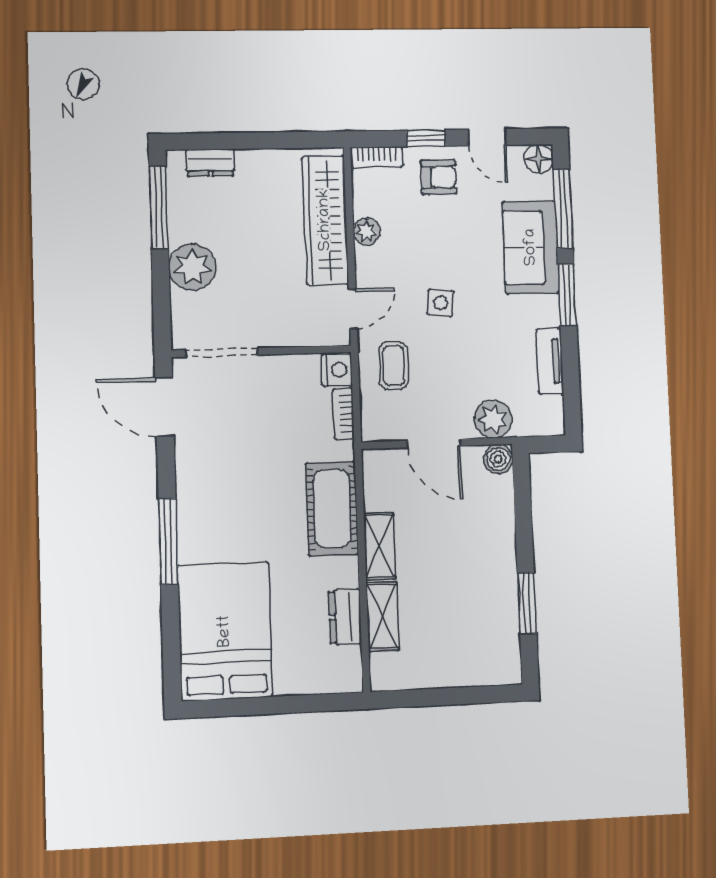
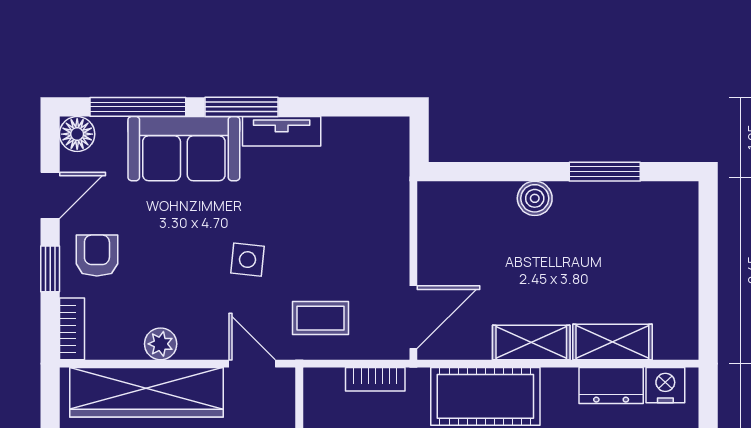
tv unit: (550, 361) -> (282, 131), moved
nightstand: (337, 370) -> (665, 385), moved
plant: (493, 419) -> (387, 202), removed
door: (434, 443) -> (413, 317), moved
boiler: (498, 459) -> (535, 198), moved

